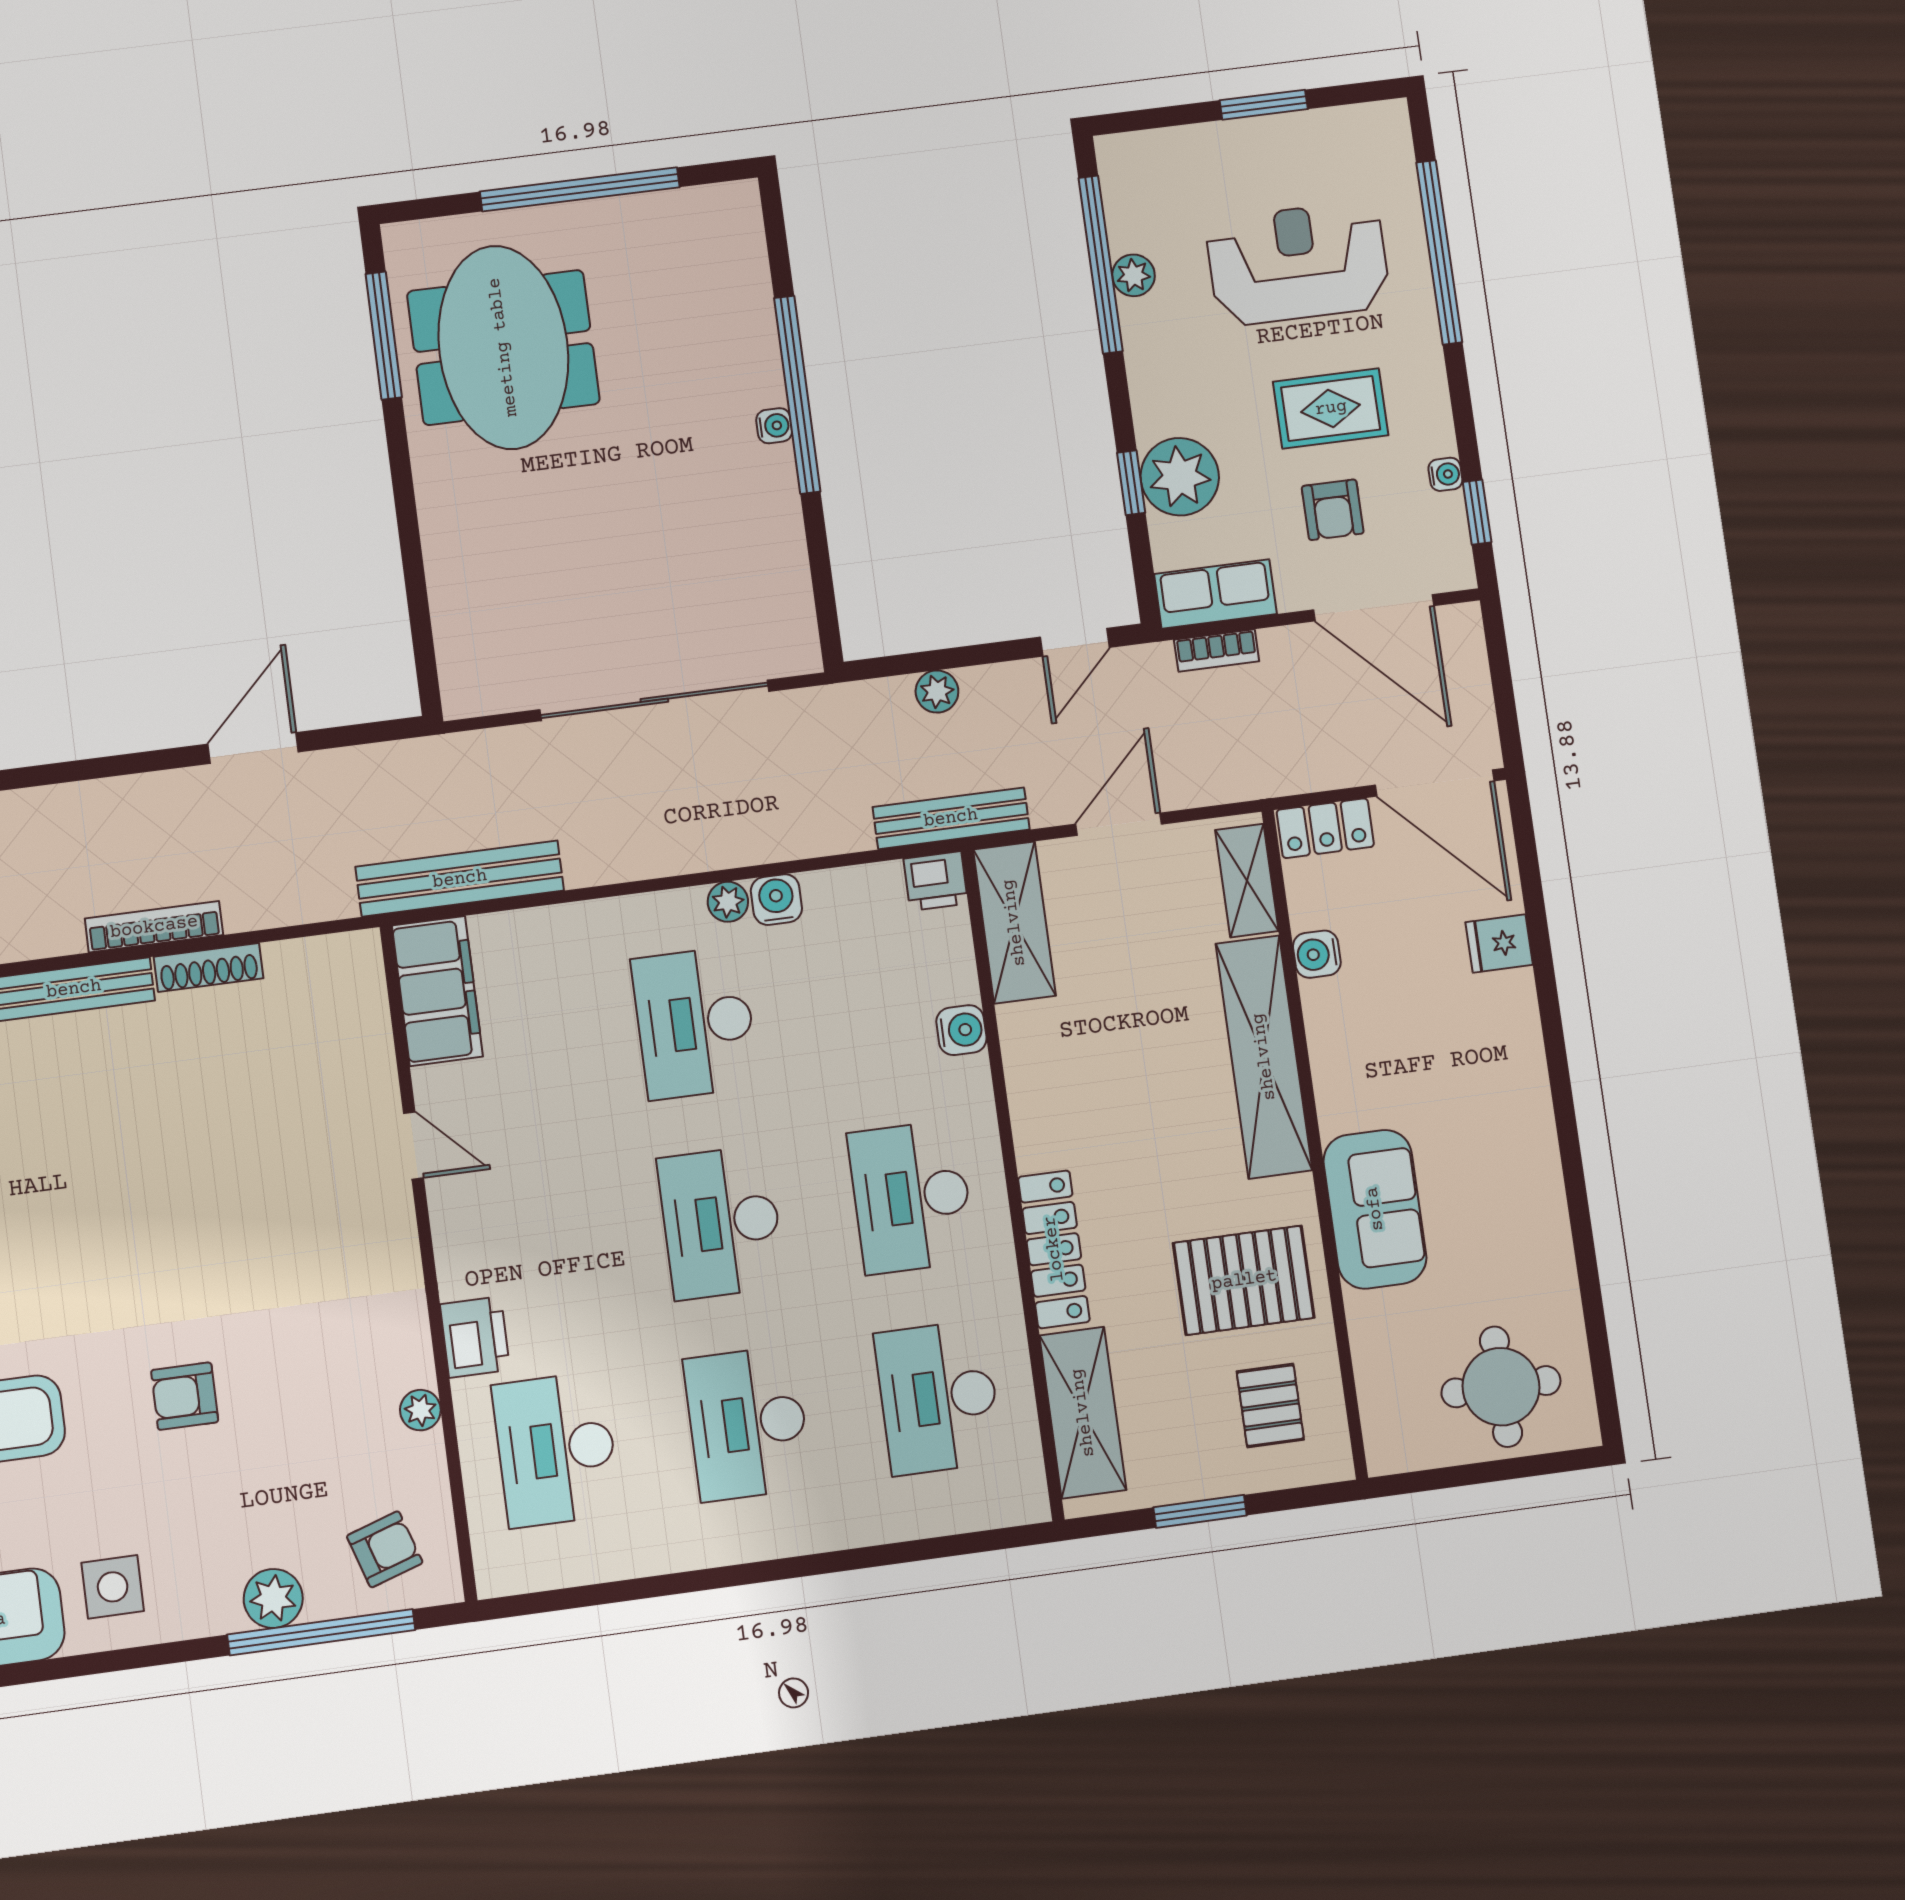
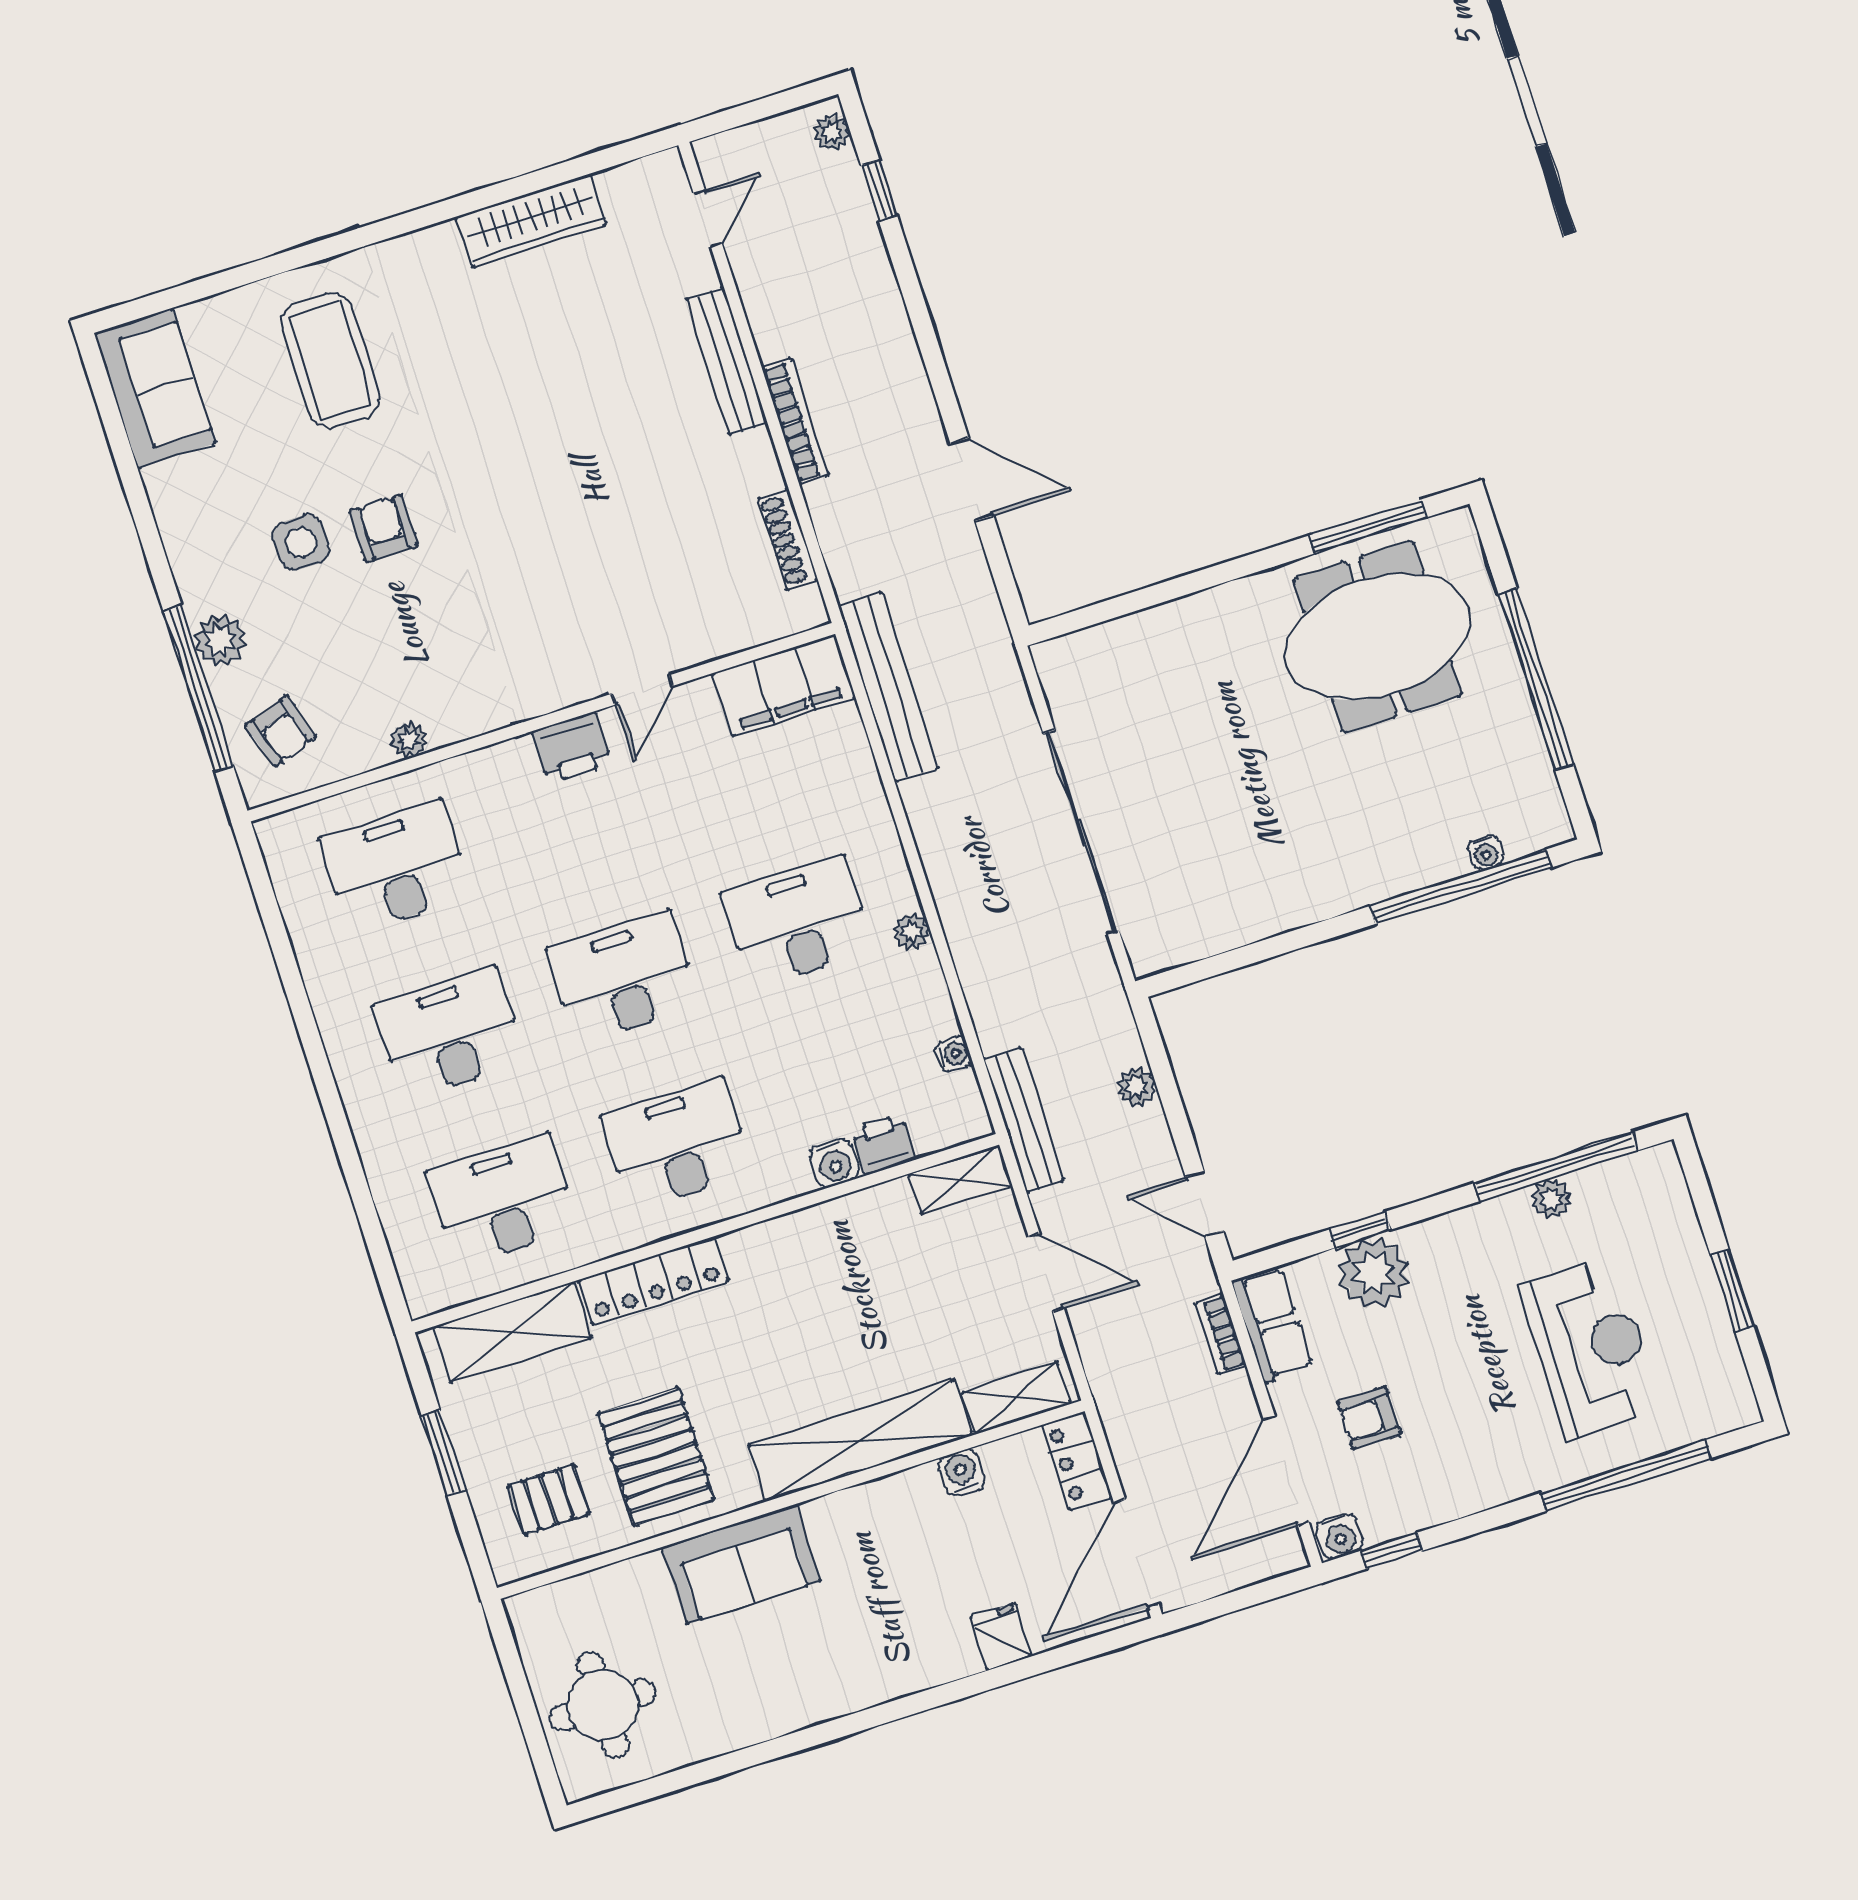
window: (797, 395) -> (1460, 887), moved
rug: (1331, 408) -> (1462, 1400), removed
water cooler: (774, 426) -> (1485, 853), moved
water cooler: (1445, 474) -> (1340, 1536), moved, width x1.38, depth x1.38
printer: (936, 881) -> (883, 1144), moved, turned 90
water cooler: (776, 900) -> (953, 1054), moved, width x0.72, depth x0.72
shelving: (1014, 923) -> (960, 1180), width x0.67, depth x0.75
shoe rack: (209, 967) -> (788, 539), moved
printer: (475, 1337) -> (572, 748), moved
side table: (113, 1587) -> (301, 543), moved

